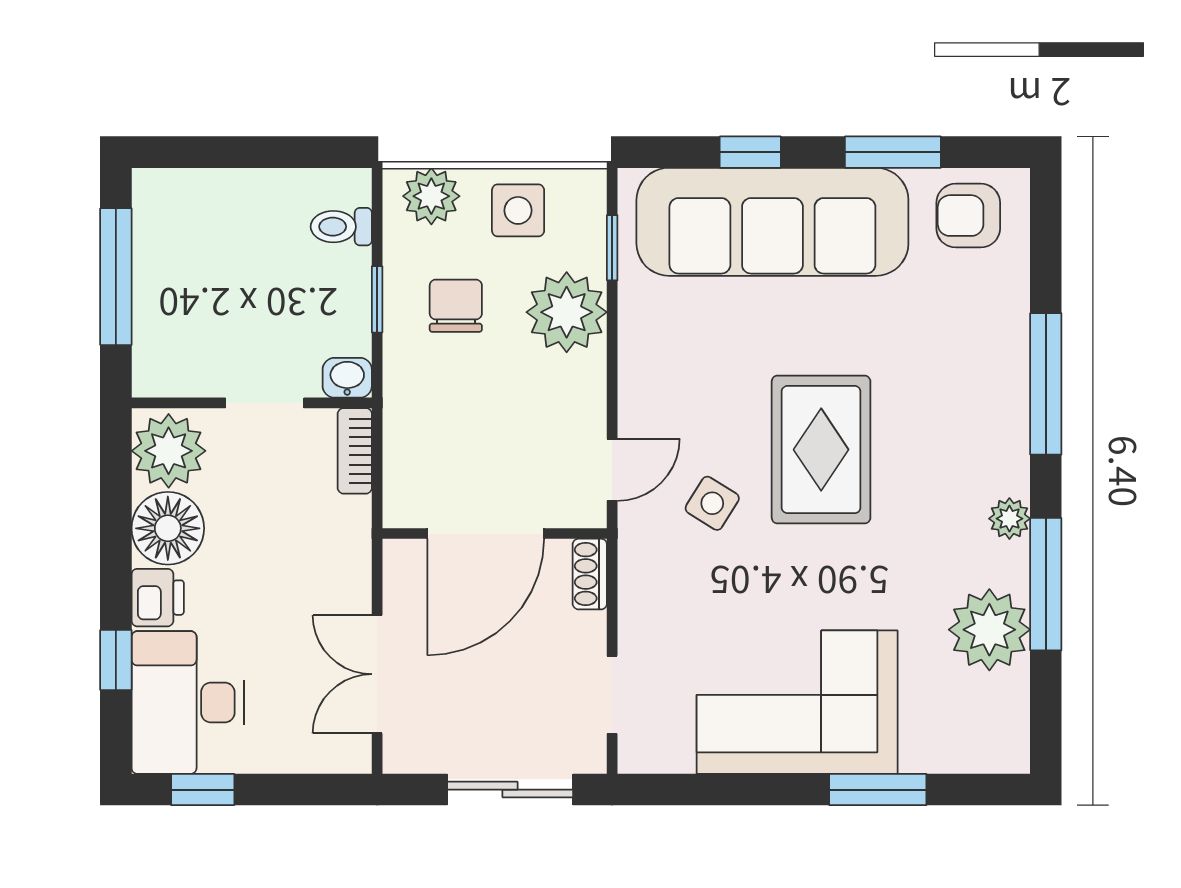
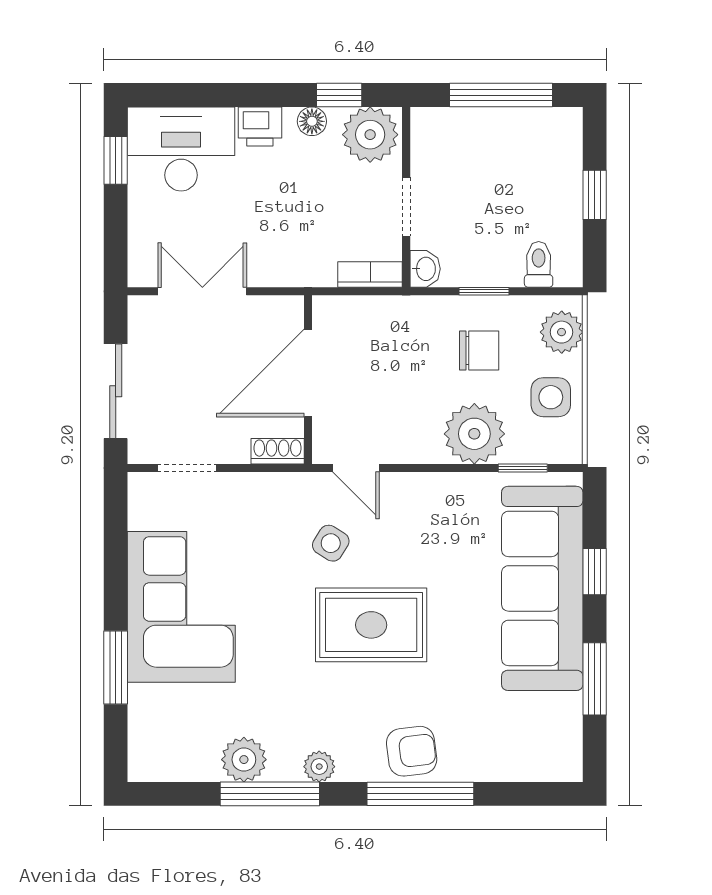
window: (249, 152) -> (595, 195), added
armchair: (968, 216) -> (412, 751), moved, turned 83
floor lamp: (168, 528) -> (312, 121), width x0.53, depth x0.53
door: (486, 534) -> (308, 373), hinge flipped
plant: (989, 630) -> (244, 760), width x0.73, depth x0.73
window: (116, 660) -> (339, 95), moved

